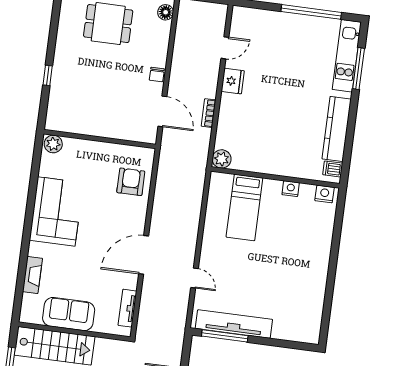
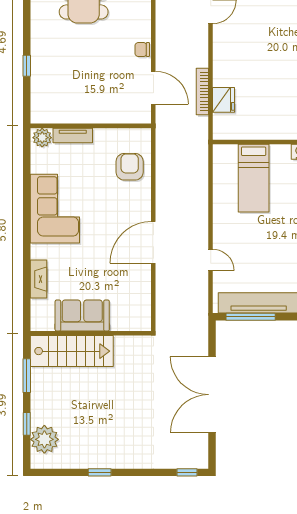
chair: (157, 74) -> (142, 50), turned 90
fridge: (233, 81) -> (223, 100), moved
bookcase: (209, 113) -> (202, 92), width x1.56
plant: (222, 159) -> (223, 130), removed
tv unit: (127, 308) -> (73, 136), moved, turned -90

